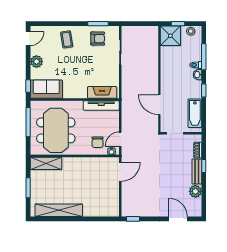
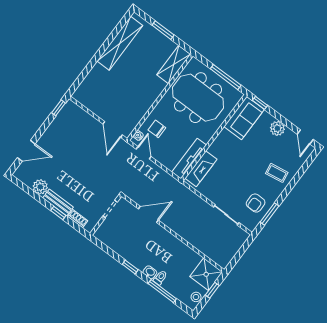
bathtub: (195, 113) -> (115, 242), removed

